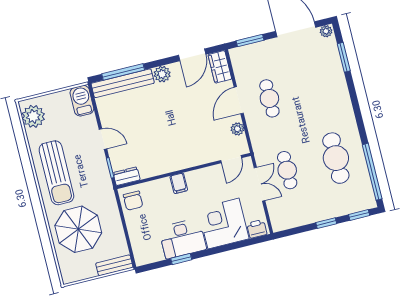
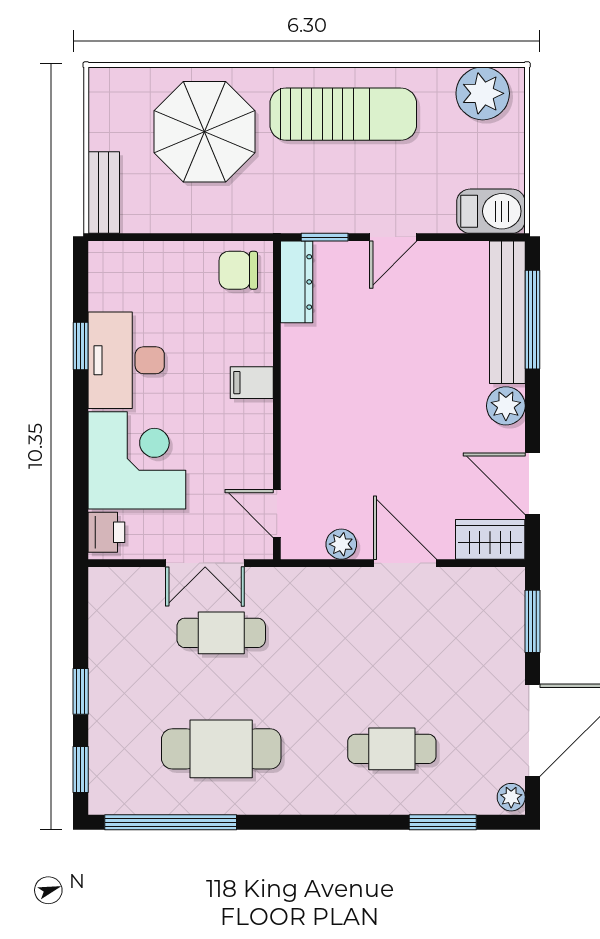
cafe table: (269, 98) -> (392, 749), moved
sun lounger: (56, 173) -> (343, 114), turned 180
dresser: (127, 176) -> (297, 282), width x1.44

